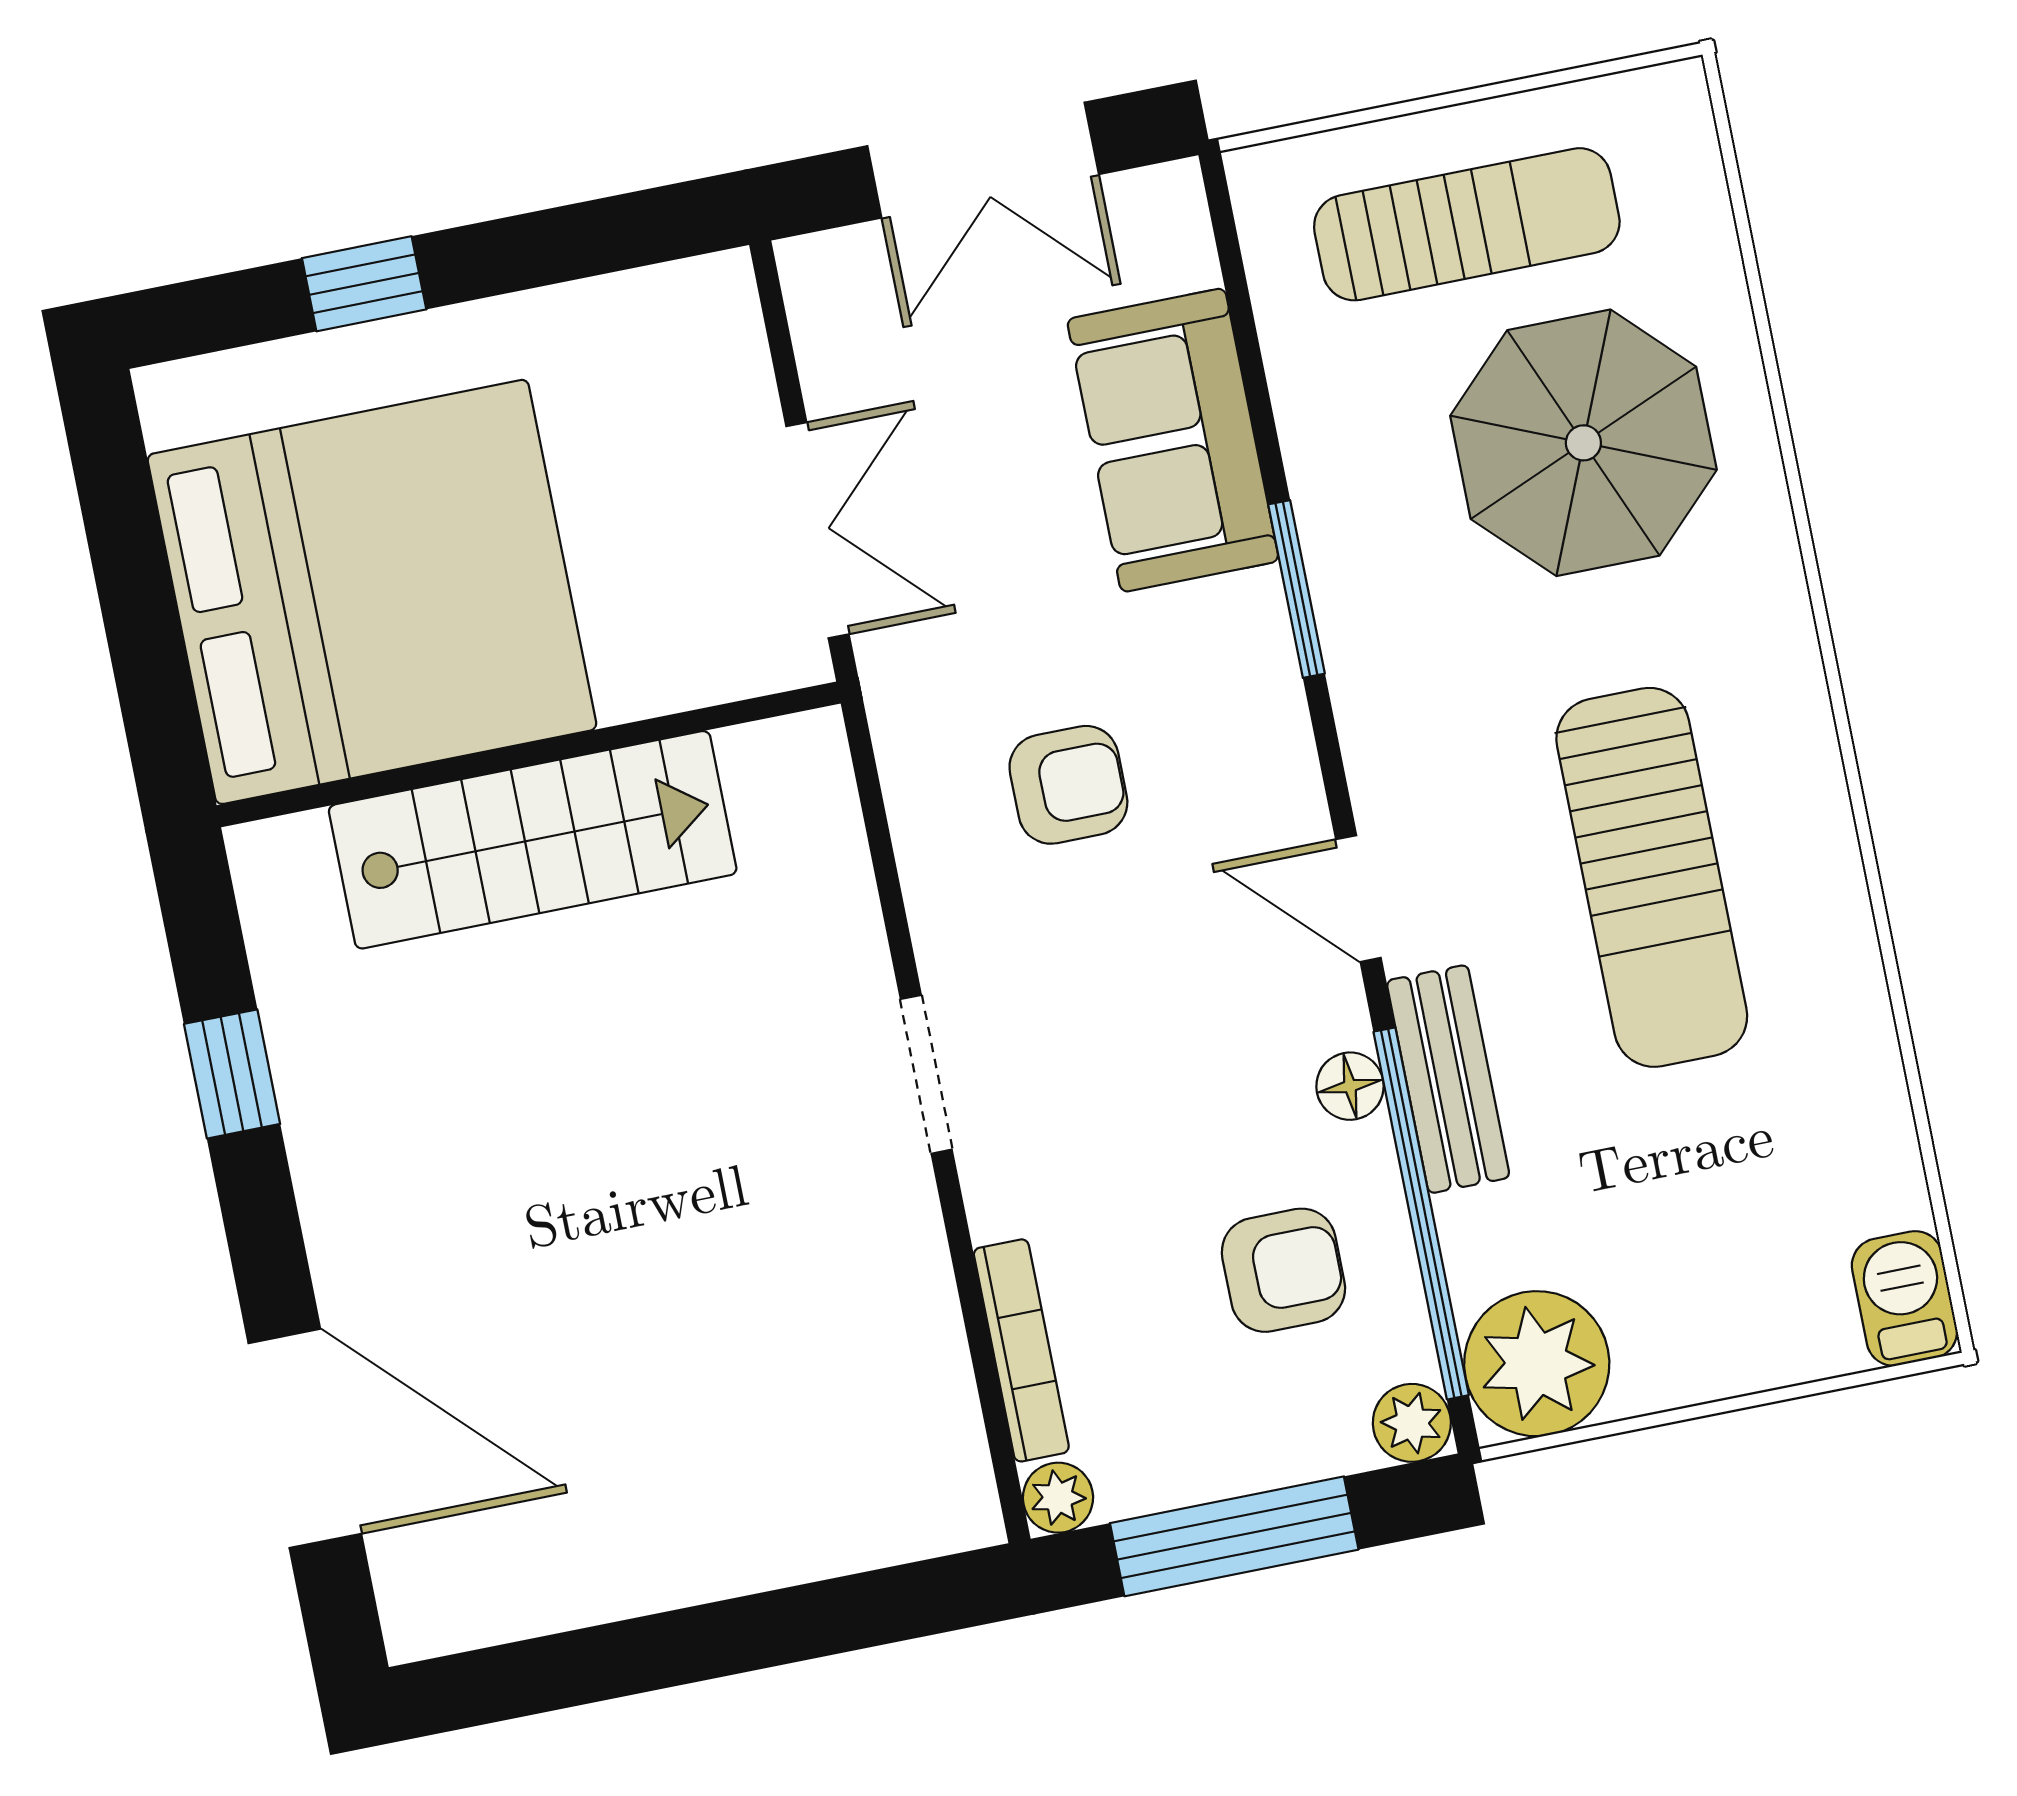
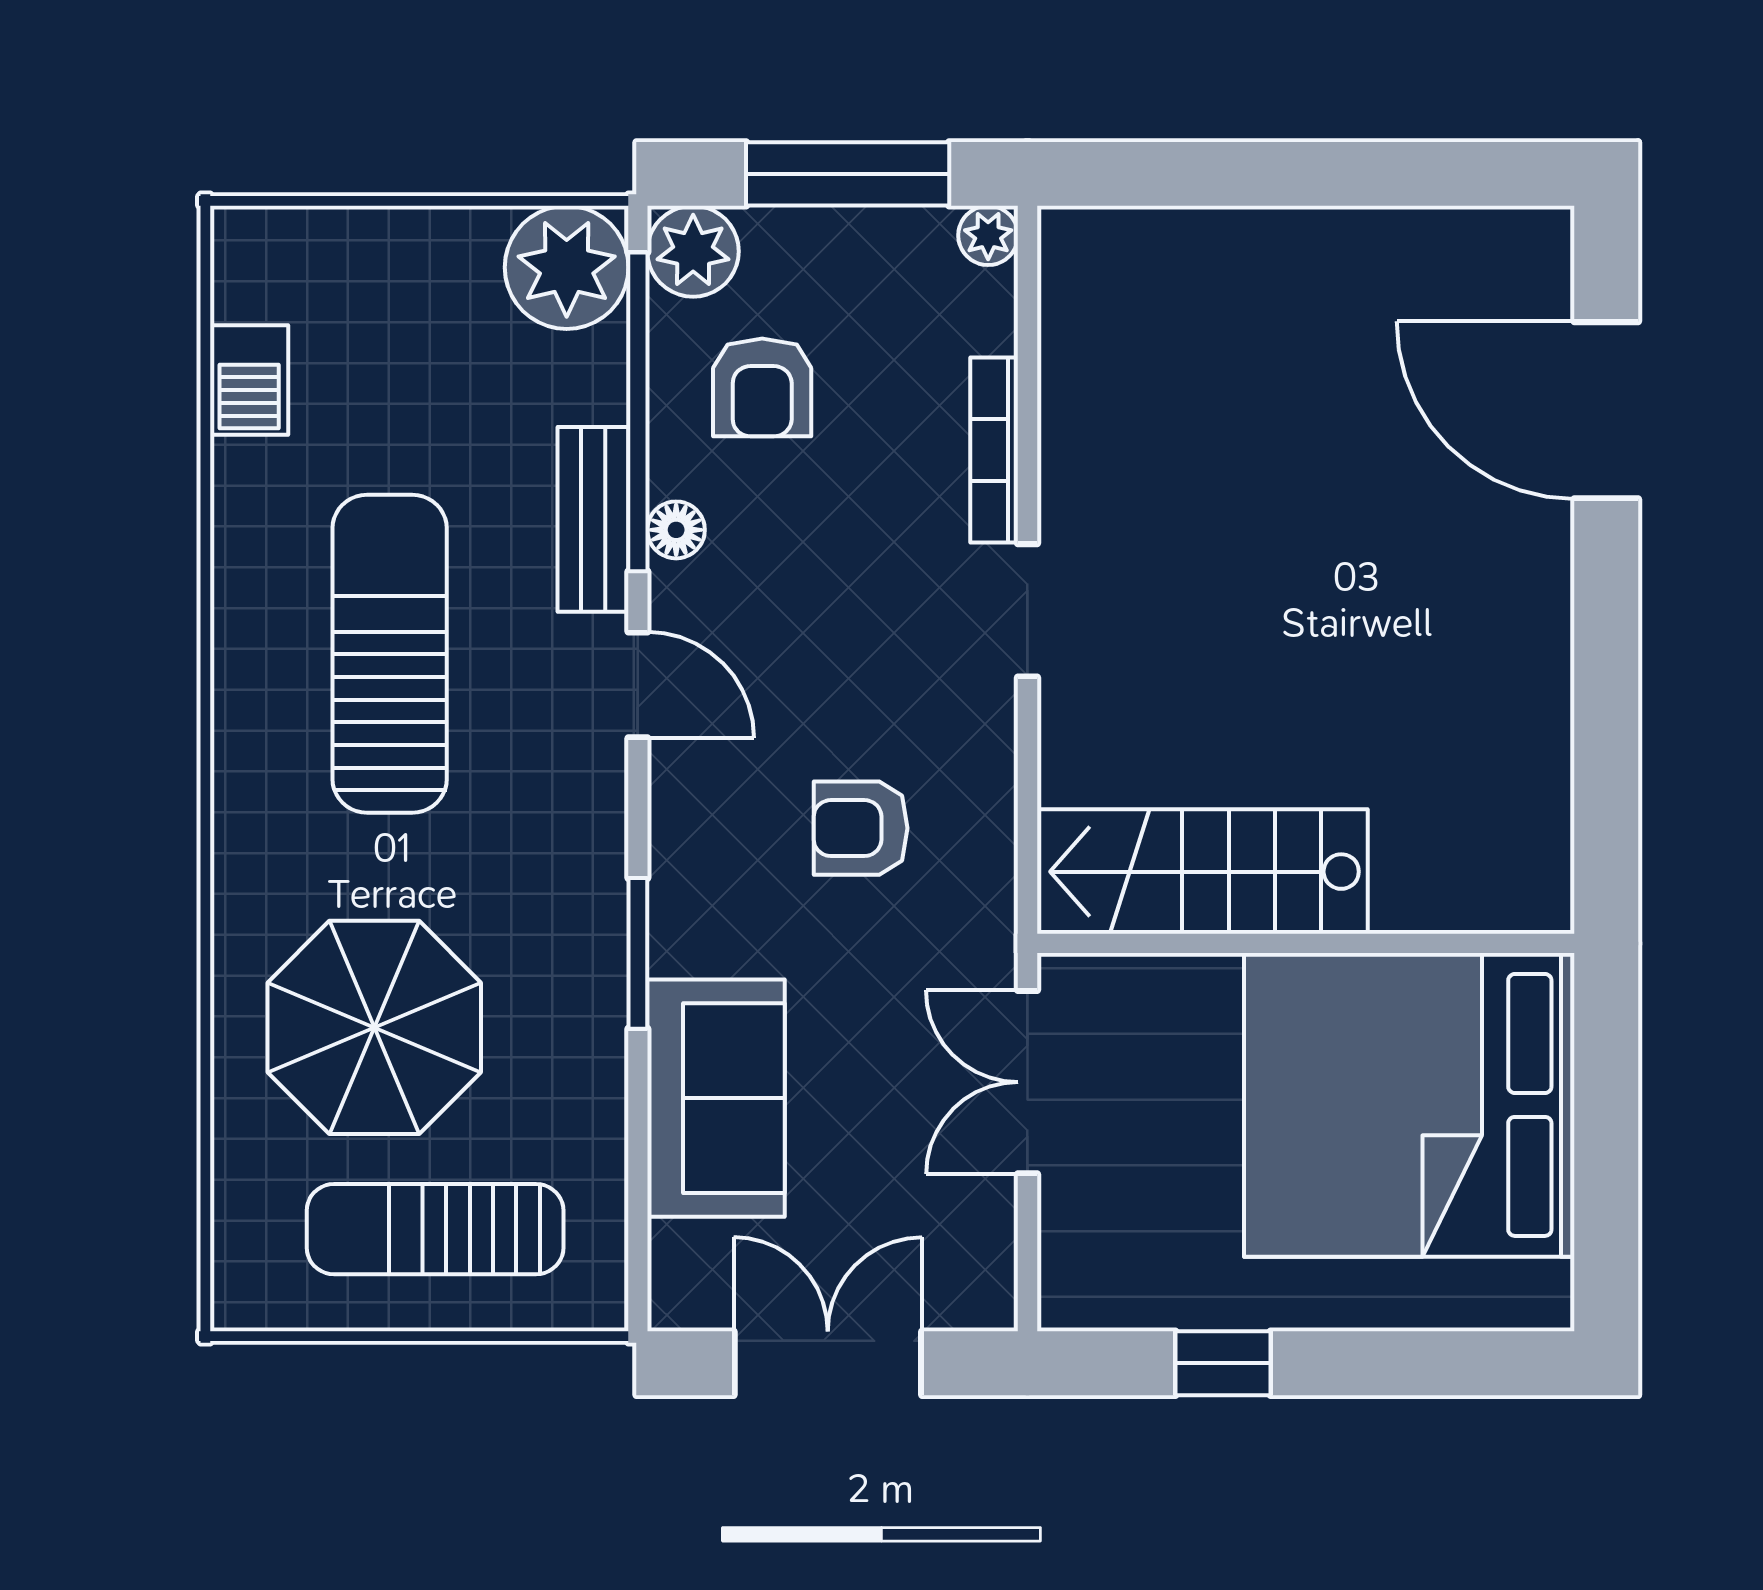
window: (364, 284) -> (1223, 1363), moved
stairs: (533, 840) -> (1202, 872), moved
window: (232, 1074) -> (1606, 726), removed
armchair: (1283, 1270) -> (762, 387), turned -90
barbecue: (1904, 1298) -> (249, 380), moved
bookcase: (1021, 1350) -> (994, 450), moved
plant: (1412, 1423) -> (693, 251), width x1.38, depth x1.38

